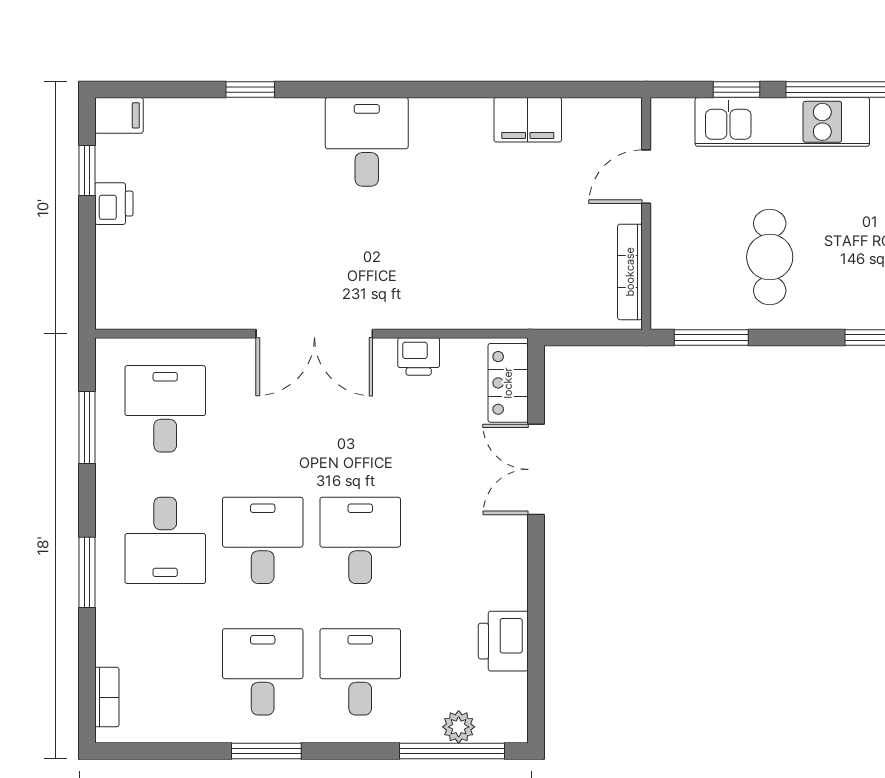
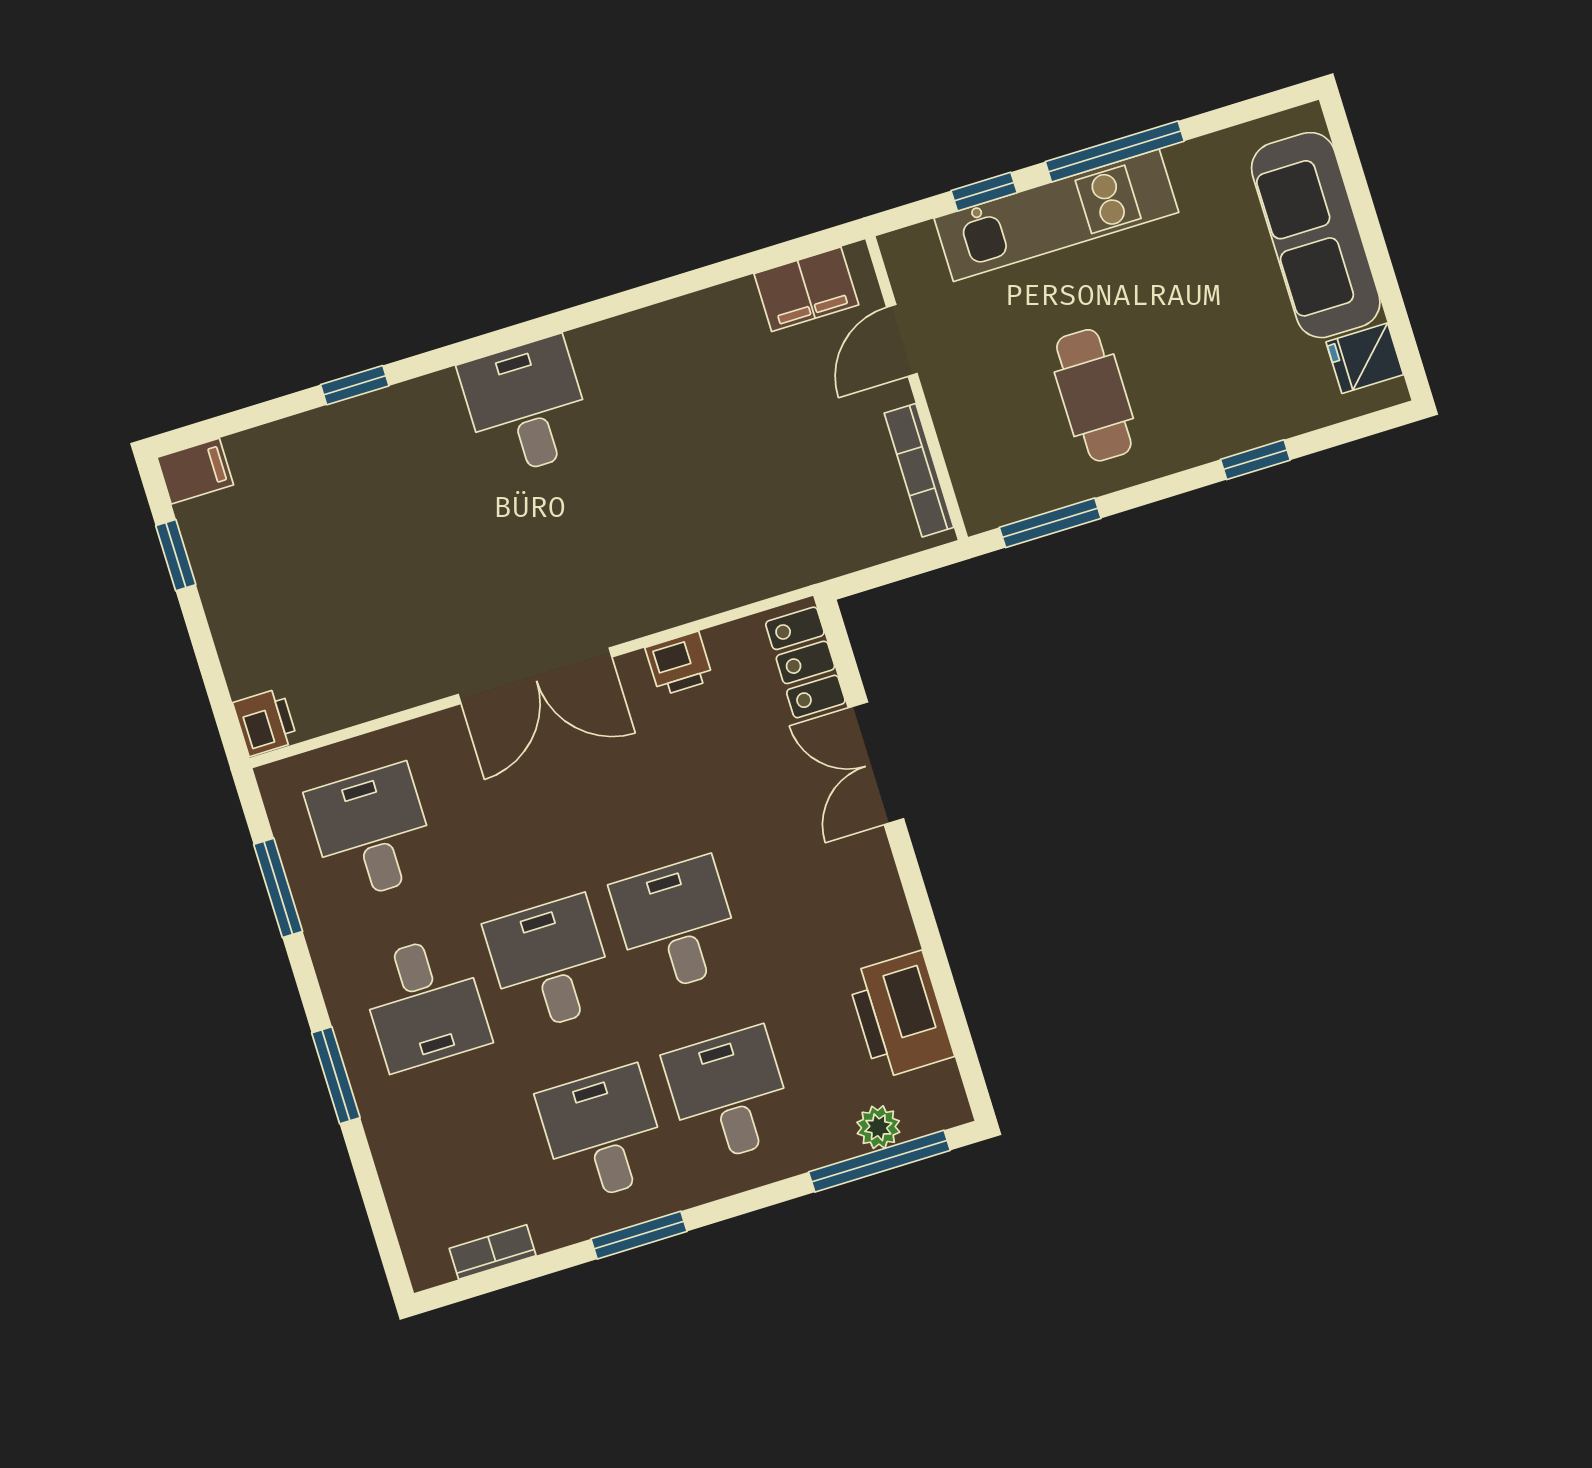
filing cabinet: (528, 120) -> (806, 289), moved
printer: (114, 204) -> (265, 722), moved
printer: (503, 641) -> (900, 1015), width x1.37, depth x1.19
bookcase: (107, 697) -> (493, 1252), moved, turned -90

